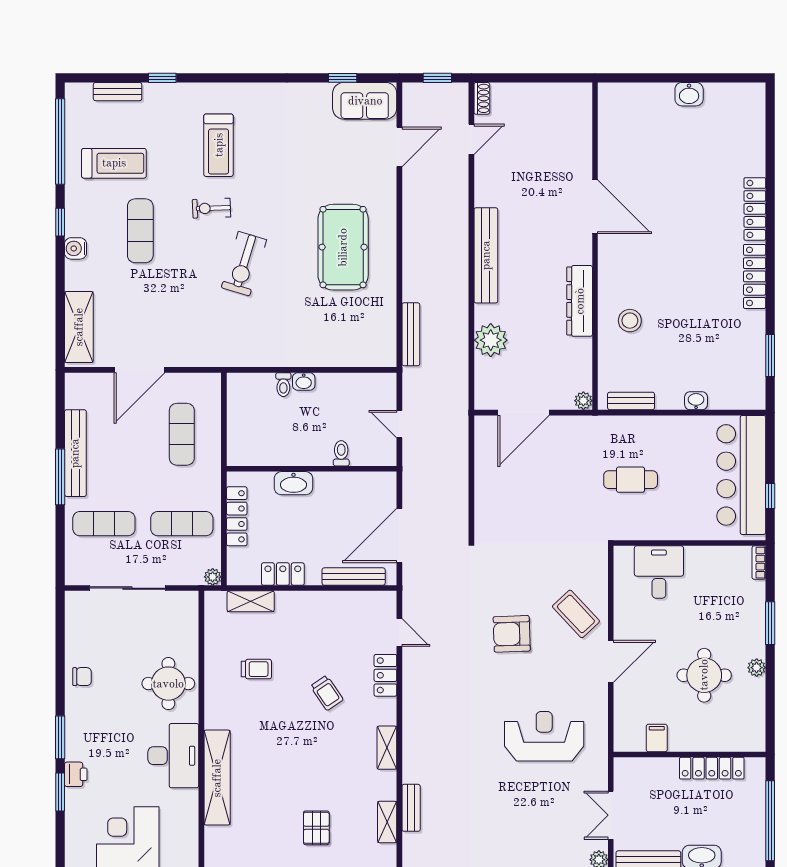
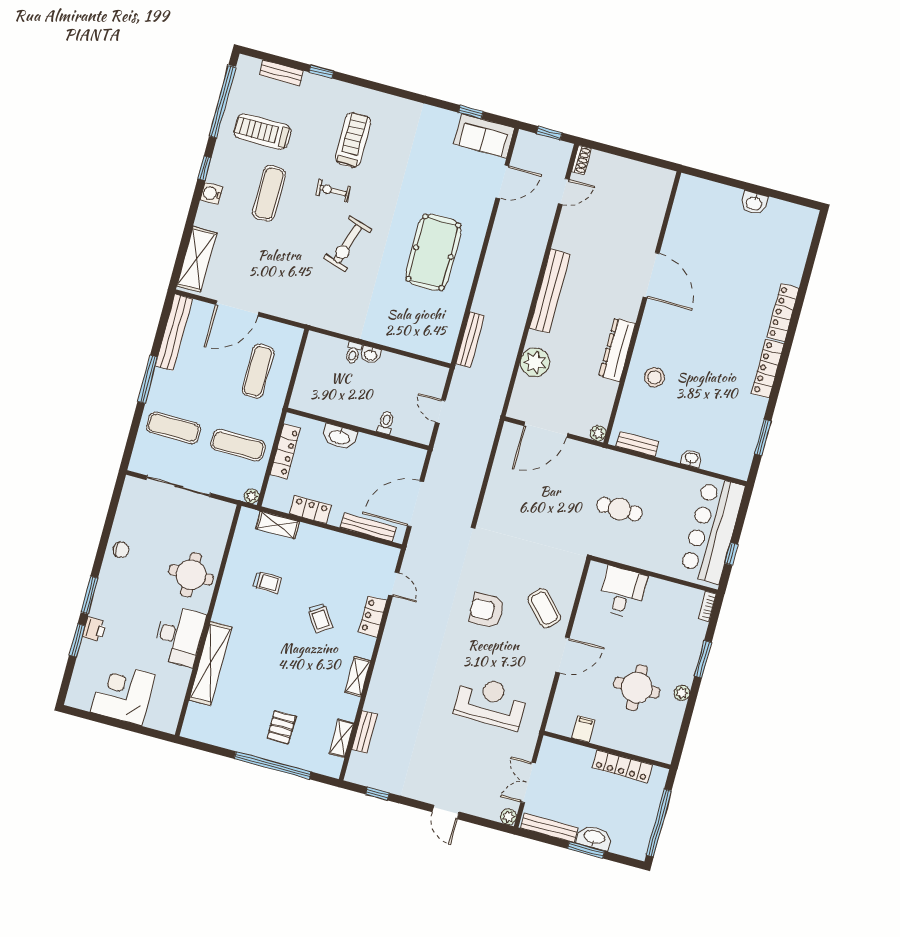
treadmill: (219, 145) -> (353, 140), turned 180
treadmill: (114, 163) -> (262, 132), turned 180
bench: (75, 453) -> (174, 332), moved

